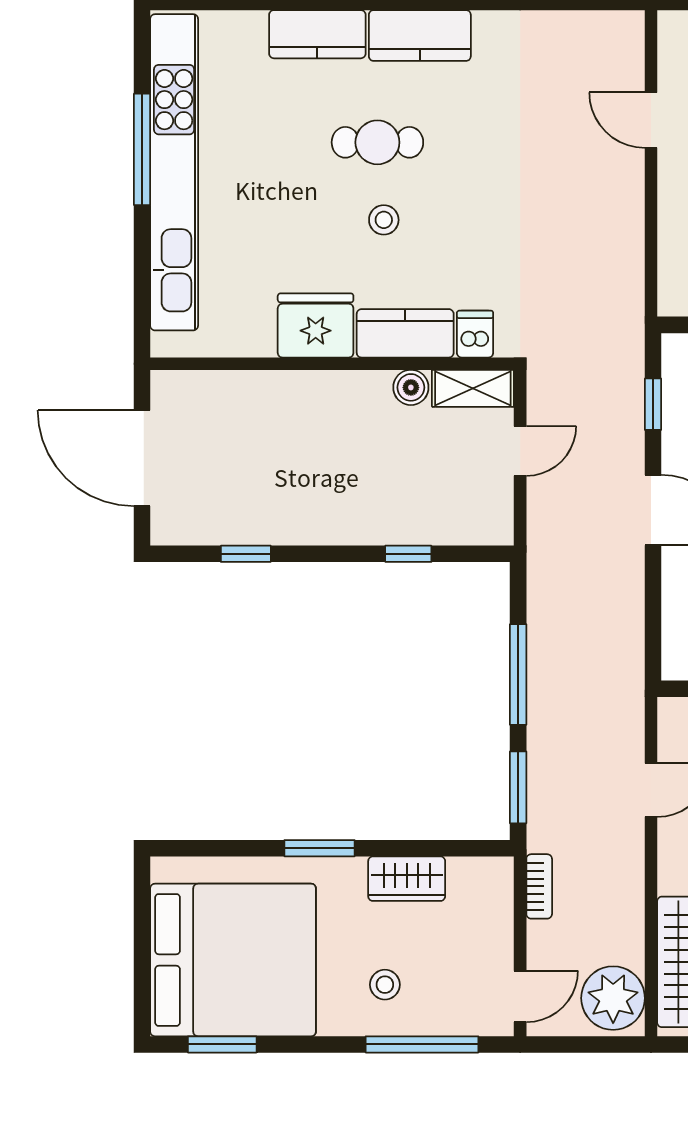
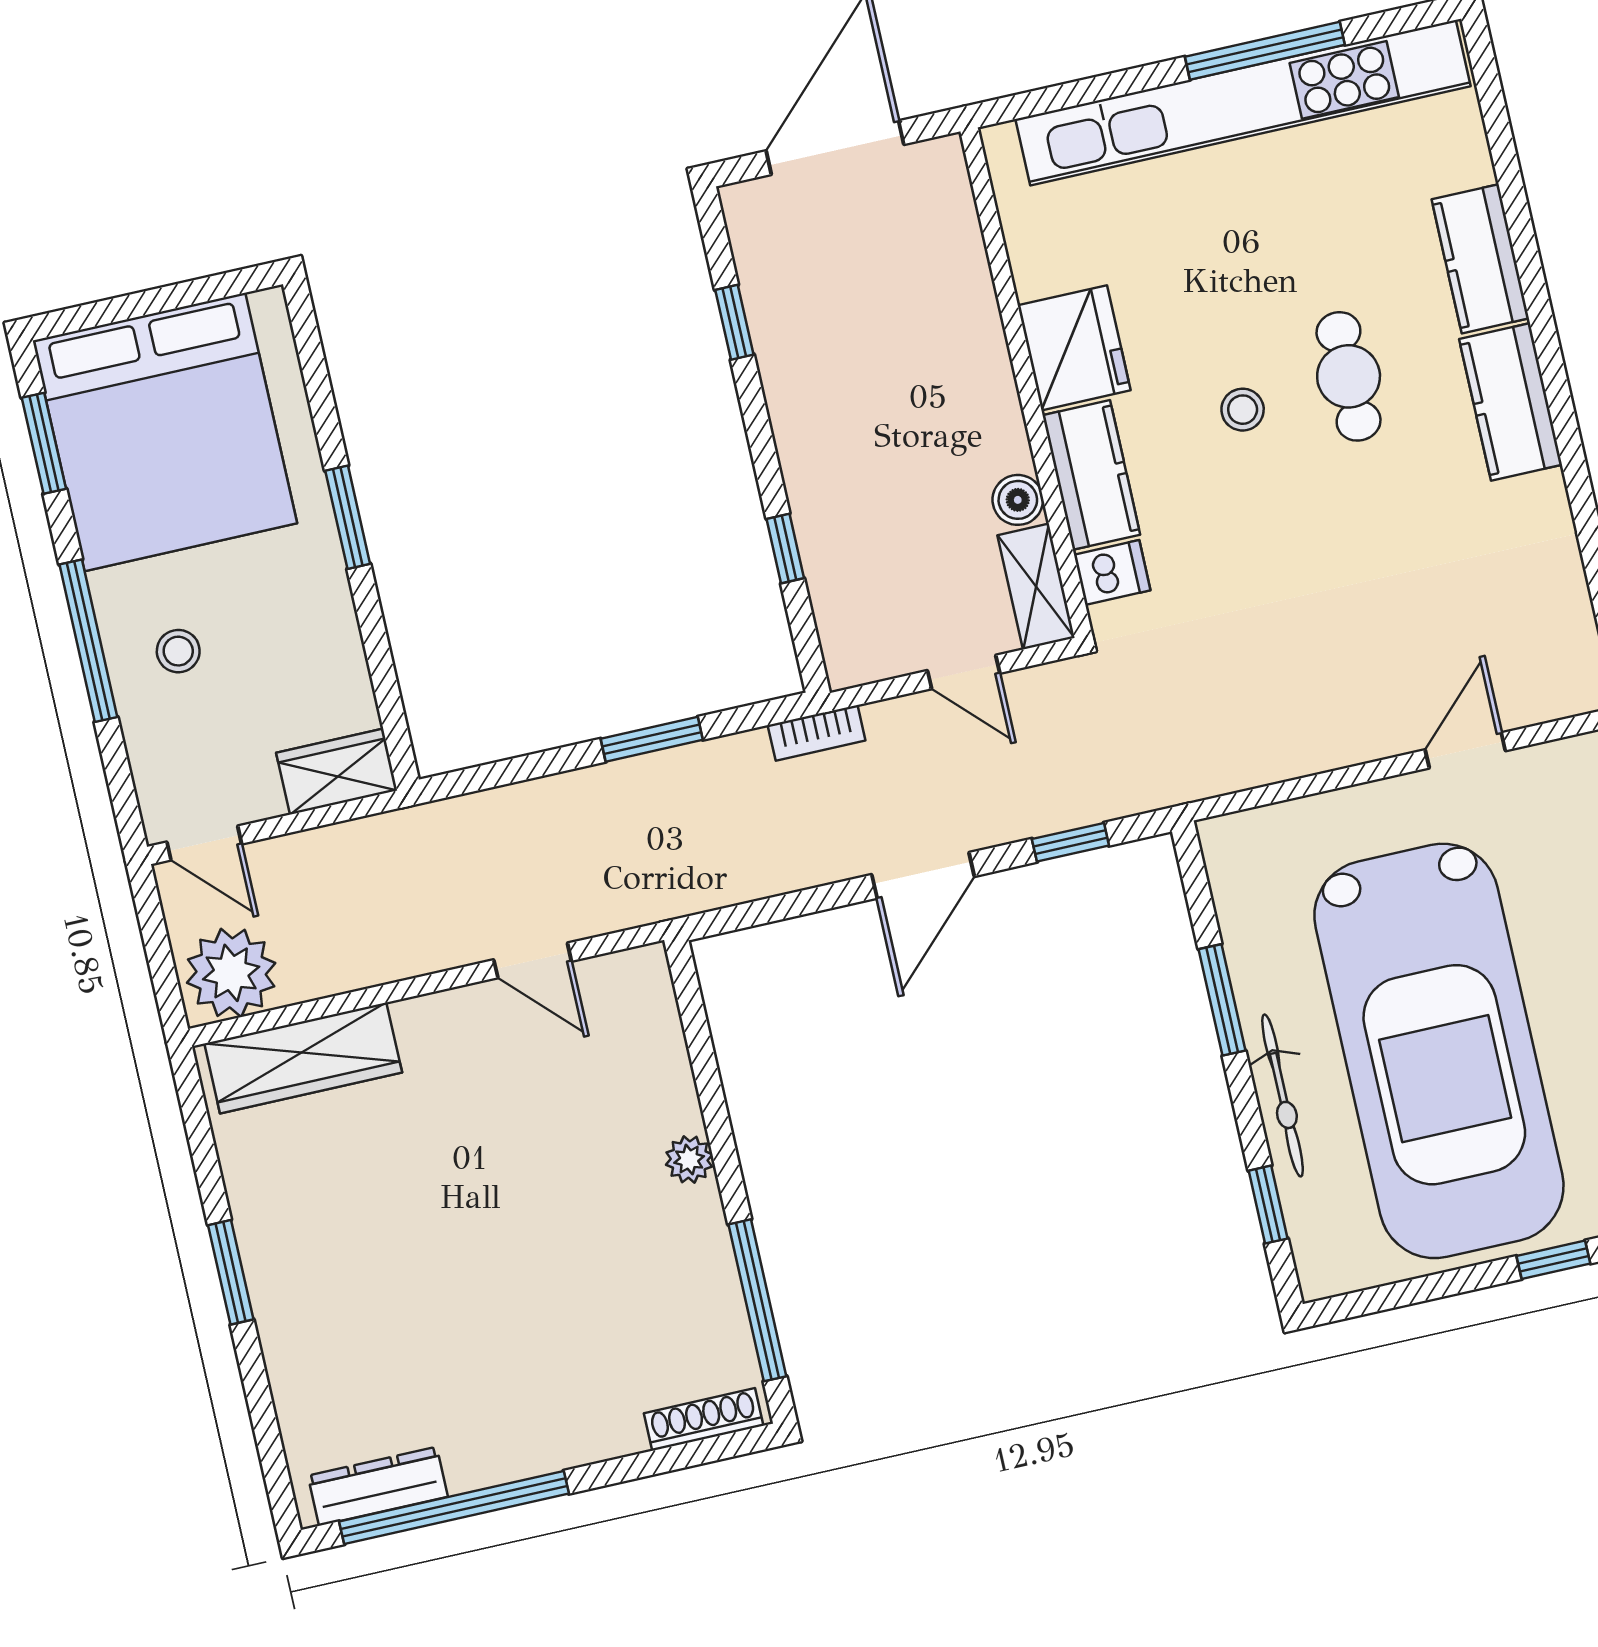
window: (518, 675) -> (652, 739), width x0.69
window: (518, 787) -> (495, 775), removed
wardrobe: (407, 879) -> (337, 772), moved, turned 90
bookcase: (539, 886) -> (817, 733), moved
window: (422, 1044) -> (88, 641), moved

